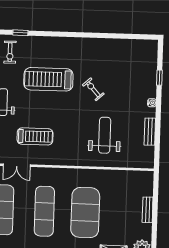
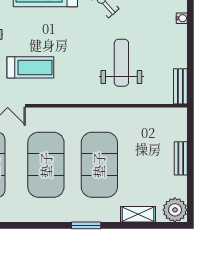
bench: (150, 132) -> (180, 86), moved
exercise mat: (44, 211) -> (46, 165), width x1.47

